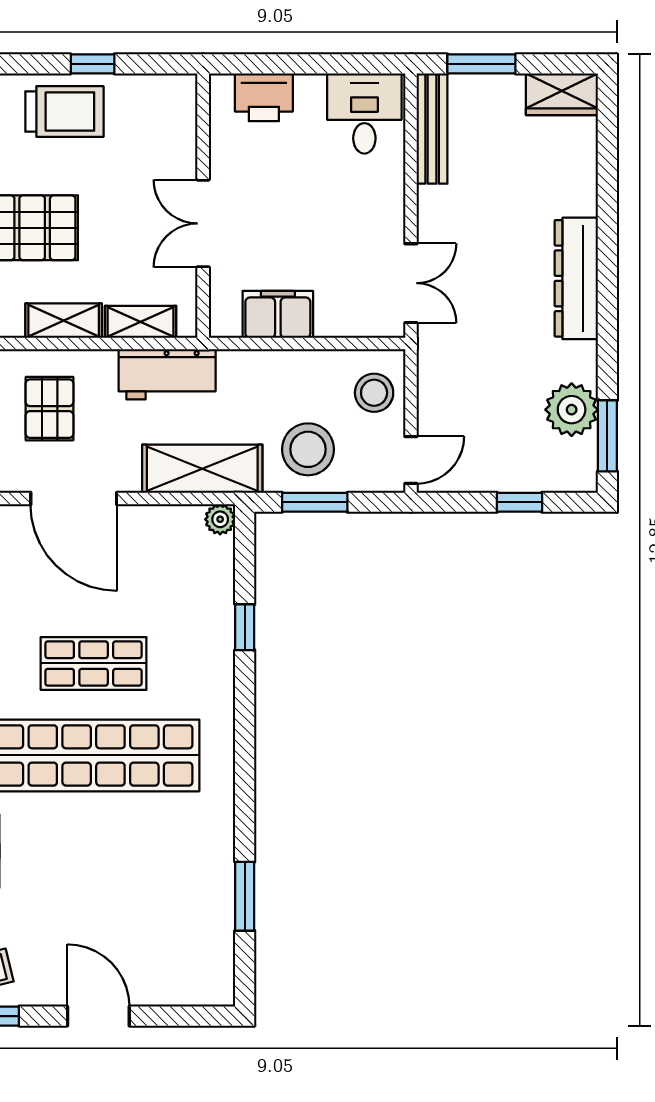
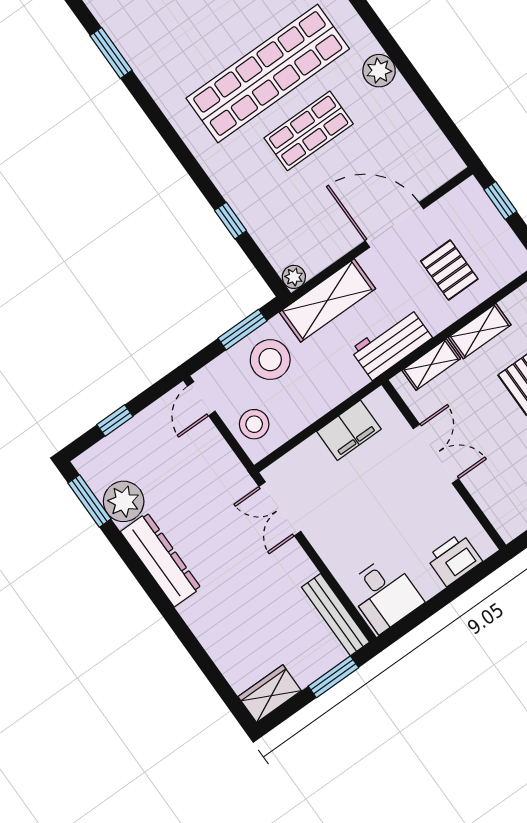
dresser: (576, 278) -> (161, 560), moved

